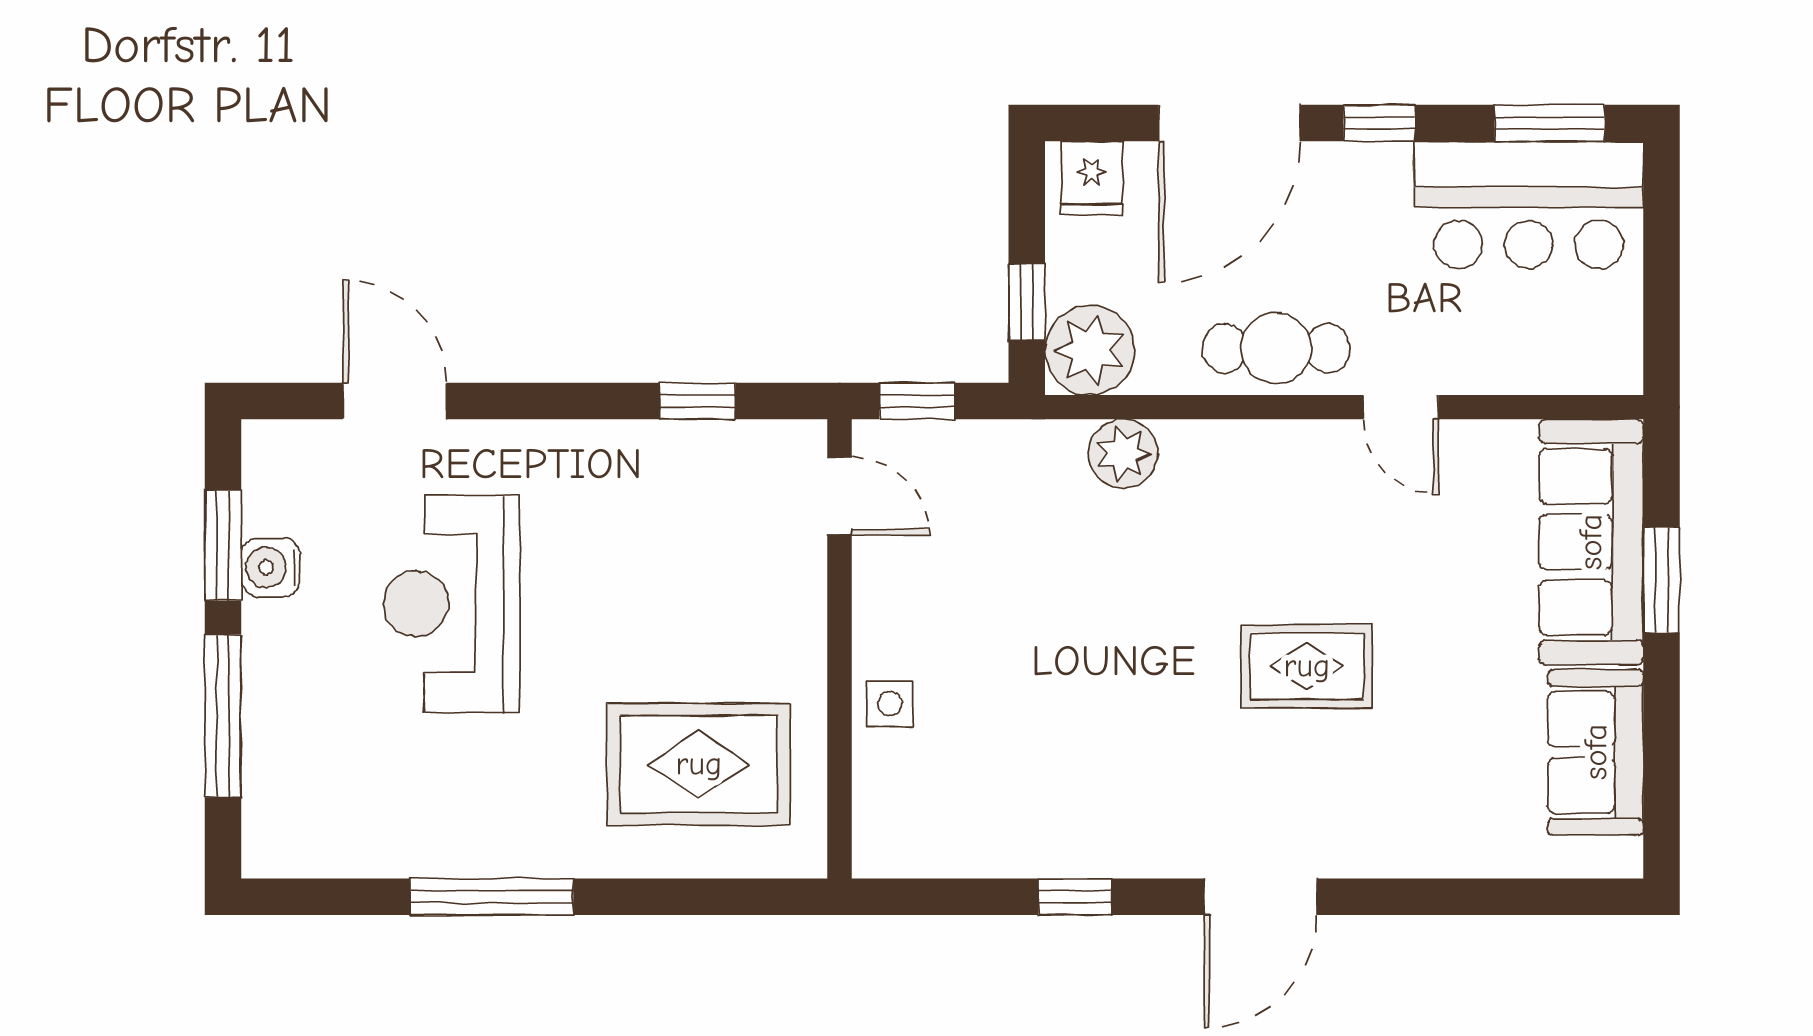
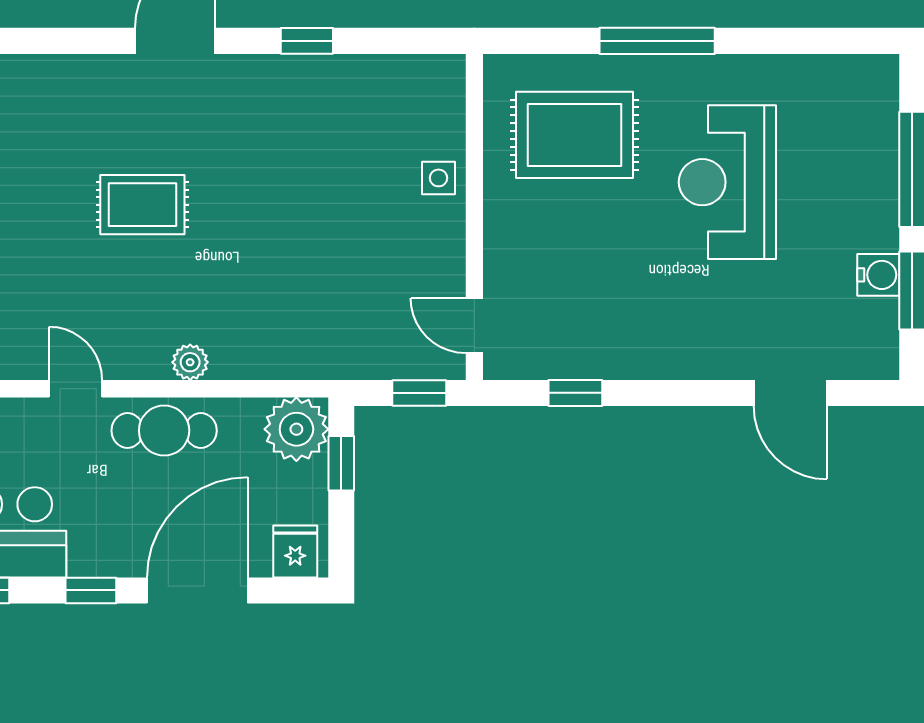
plant: (1123, 454) -> (190, 362), moved, width x0.73, depth x0.73
reception desk: (451, 604) -> (727, 182), moved, turned 180
window: (492, 897) -> (657, 41), moved

